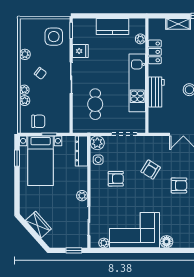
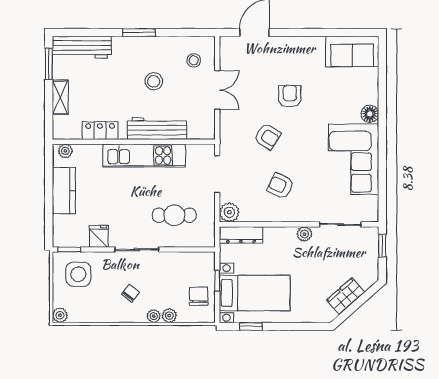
plant: (140, 39) -> (65, 151), moved
plant: (25, 54) -> (60, 315), moved
workbench: (156, 92) -> (157, 128), width x1.38
side table: (98, 160) -> (253, 211), removed
armchair: (116, 179) -> (280, 186), turned -65
plant: (104, 243) -> (372, 203), removed

